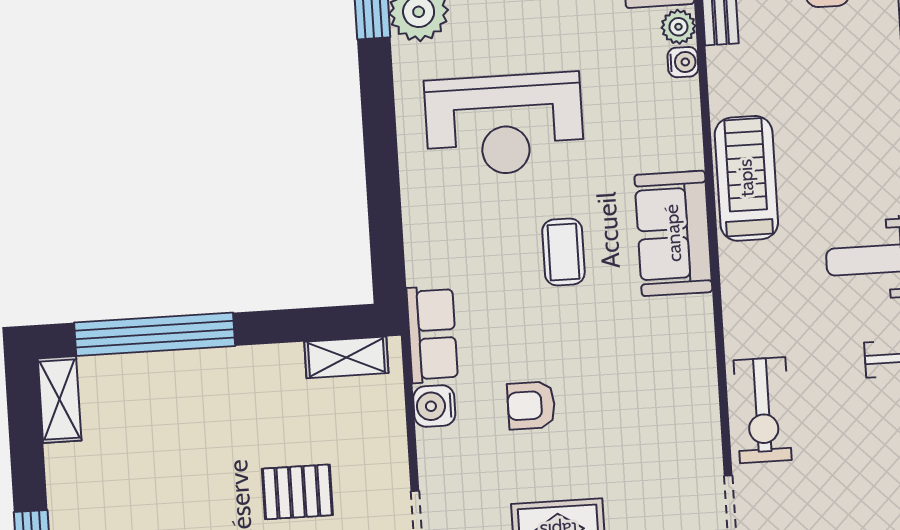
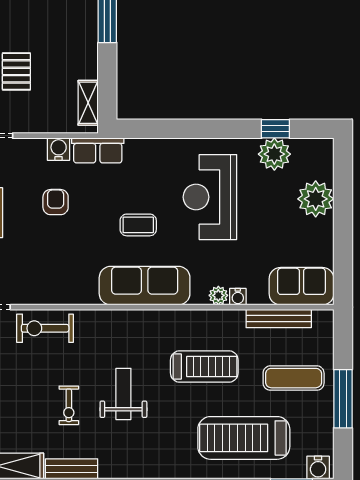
plant: (678, 27) -> (218, 295), moved
treadmill: (746, 178) -> (204, 367), moved
sofa: (673, 233) -> (145, 286), width x1.36

